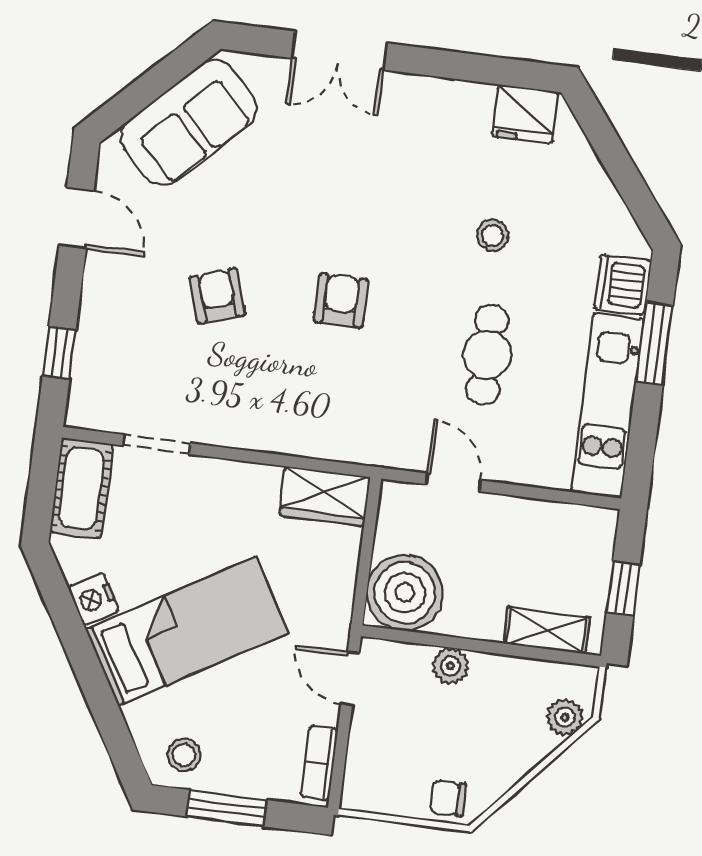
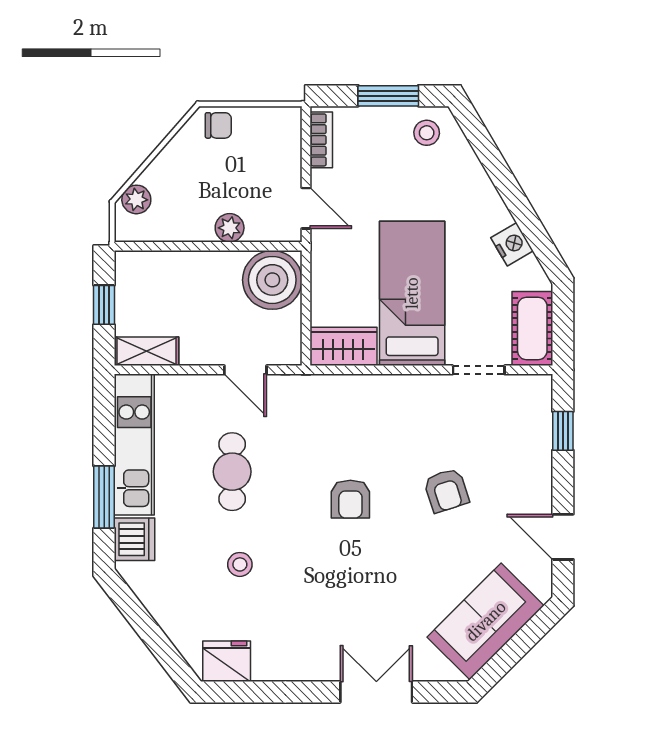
shelving: (547, 630) -> (146, 351), moved
bed: (187, 631) -> (412, 293), moved, turned 120

